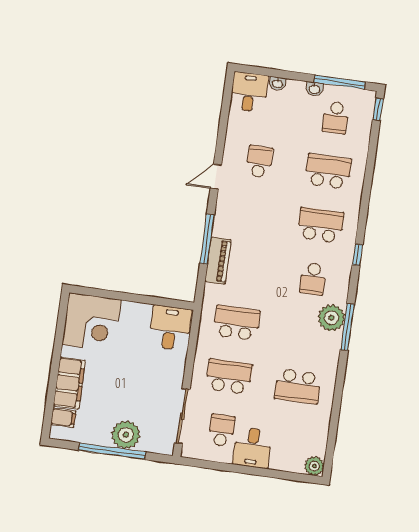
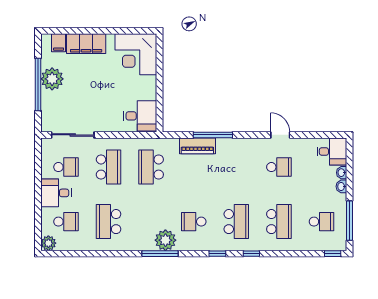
washbasin: (315, 89) -> (341, 186), moved
school desk: (336, 118) -> (321, 222), turned 180
door: (216, 177) -> (280, 135), moved
window: (364, 212) -> (251, 254), added
school desk: (237, 323) -> (151, 167), turned 180
plant: (126, 435) -> (52, 79), moved
school desk: (290, 440) -> (66, 222), added

